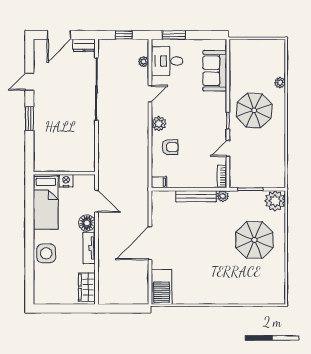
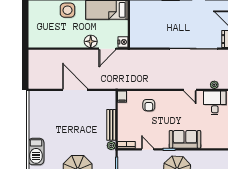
sofa: (215, 71) -> (185, 139), moved
plant: (159, 124) -> (167, 96), removed
nightstand: (66, 181) -> (123, 42), moved
tv unit: (89, 248) -> (72, 43), removed
wardrobe: (87, 287) -> (42, 41), removed
barbecue: (162, 287) -> (36, 152), moved, turned -90

